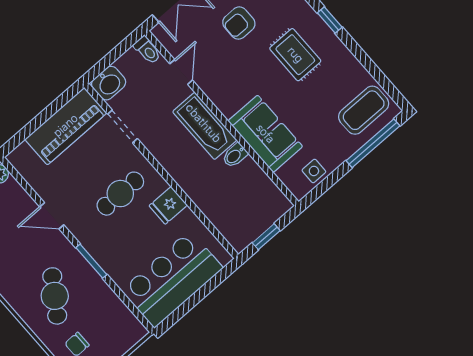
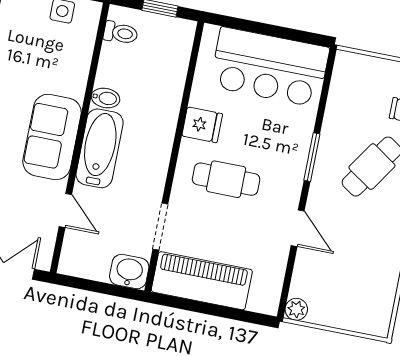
toilet: (147, 50) -> (121, 33), moved, turned 90
door: (181, 72) -> (65, 210), swing flipped
sofa: (265, 134) -> (52, 137), moved

